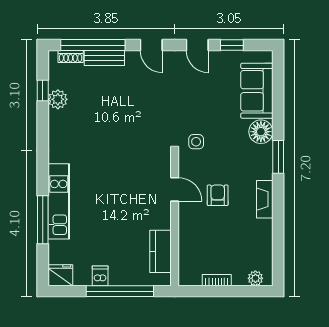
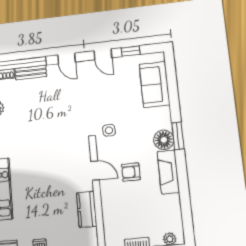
floor lamp: (261, 132) -> (164, 140), moved
armchair: (218, 195) -> (131, 172), turned -90
fireplace: (265, 199) -> (168, 172), width x1.37, depth x1.32
kitchen counter: (161, 251) -> (87, 209), moved

